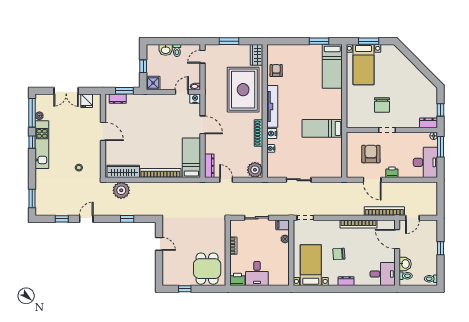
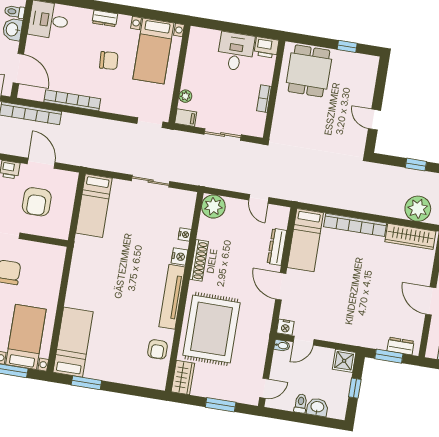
bed: (322, 128) -> (94, 206), moved, turned 90
dresser: (209, 166) -> (277, 247), moved

